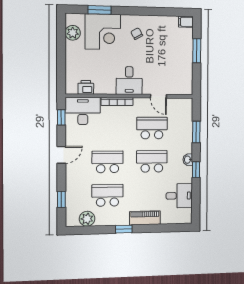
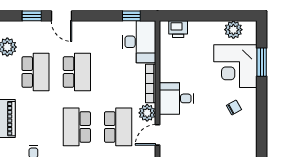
printer: (86, 87) -> (178, 29), moved, turned 90
plant: (141, 105) -> (147, 113), added
door: (61, 155) -> (61, 16), moved
school desk: (152, 161) -> (77, 127), turned 180

